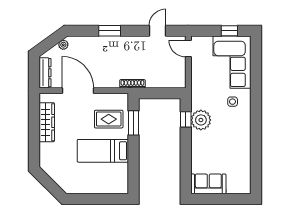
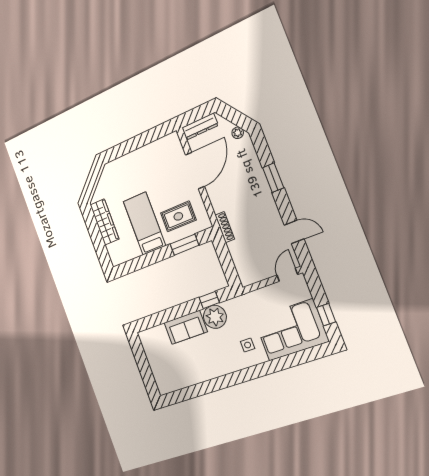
rug: (109, 119) -> (178, 216), turned 90
wardrobe: (47, 122) -> (104, 222), moved, turned -90
sofa: (208, 184) -> (186, 327), moved, turned 90

